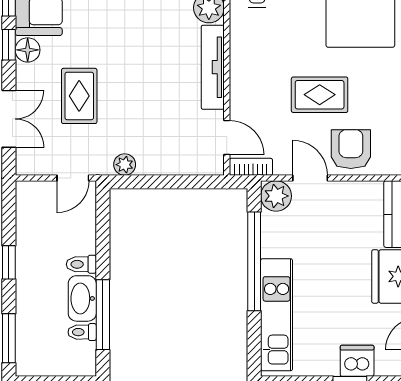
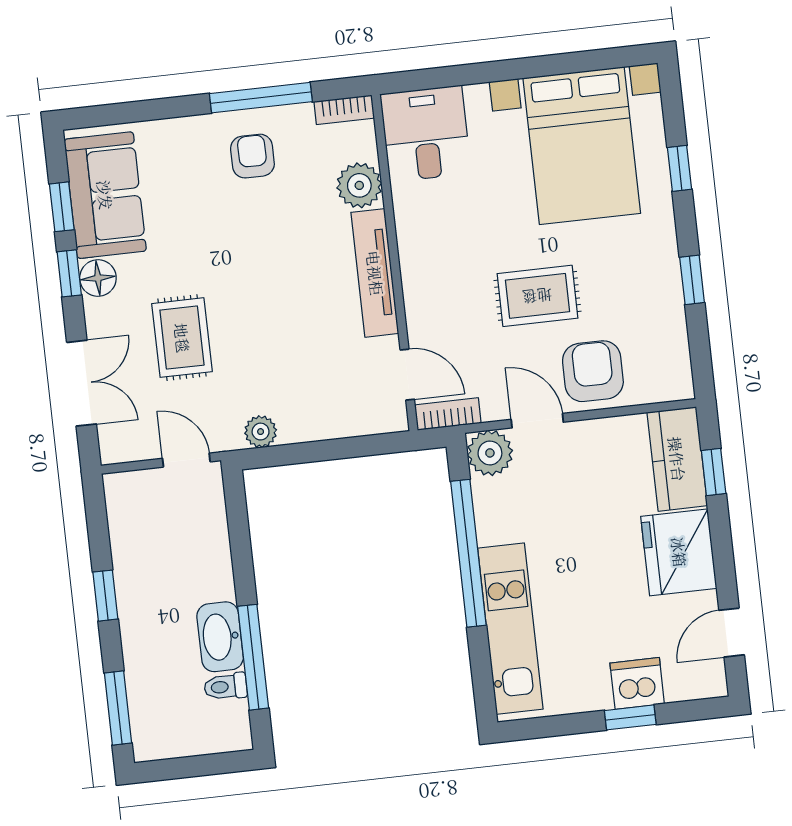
door: (73, 178) -> (186, 460), swing flipped
toilet: (81, 264) -> (213, 586), removed

